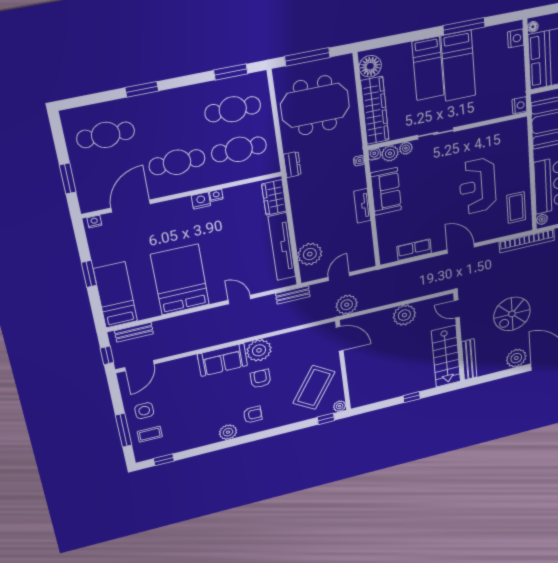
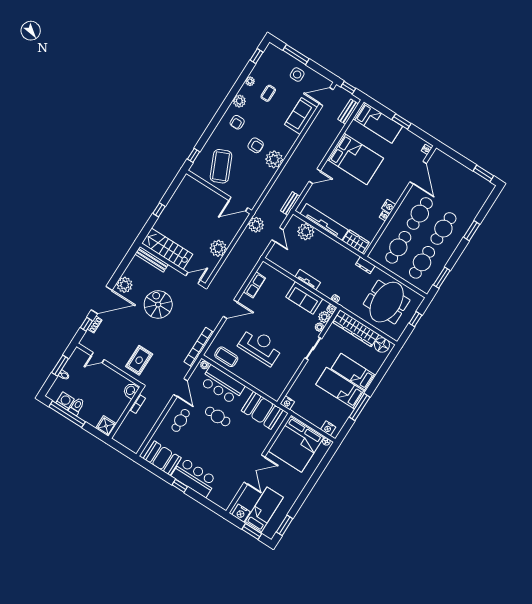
window: (307, 57) -> (415, 319), width x0.46
cafe table: (106, 135) -> (443, 229), moved
window: (68, 179) -> (483, 173), moved
sofa: (222, 360) -> (301, 116), moved
door: (139, 366) -> (326, 97), hinge flipped
coffee table: (314, 387) -> (221, 166), turned 33
plant: (340, 406) -> (250, 81), moved
coffee table: (150, 434) -> (268, 93), moved

